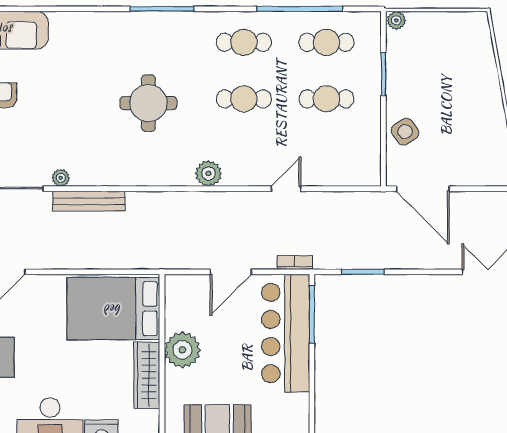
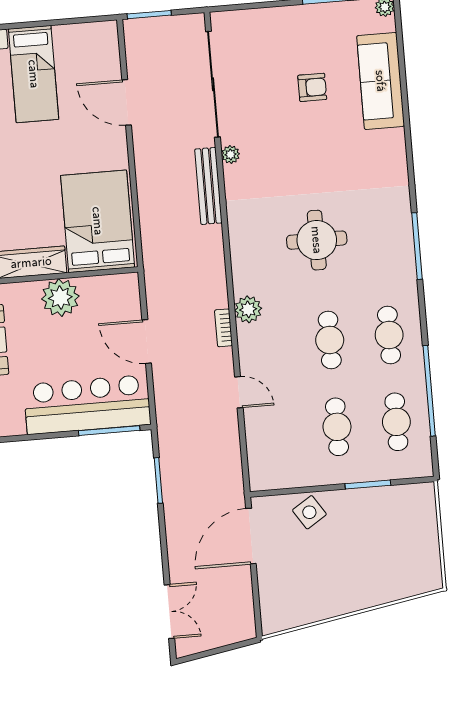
plant: (396, 20) -> (426, 493), removed
bookcase: (295, 262) -> (224, 328), moved, turned 180

